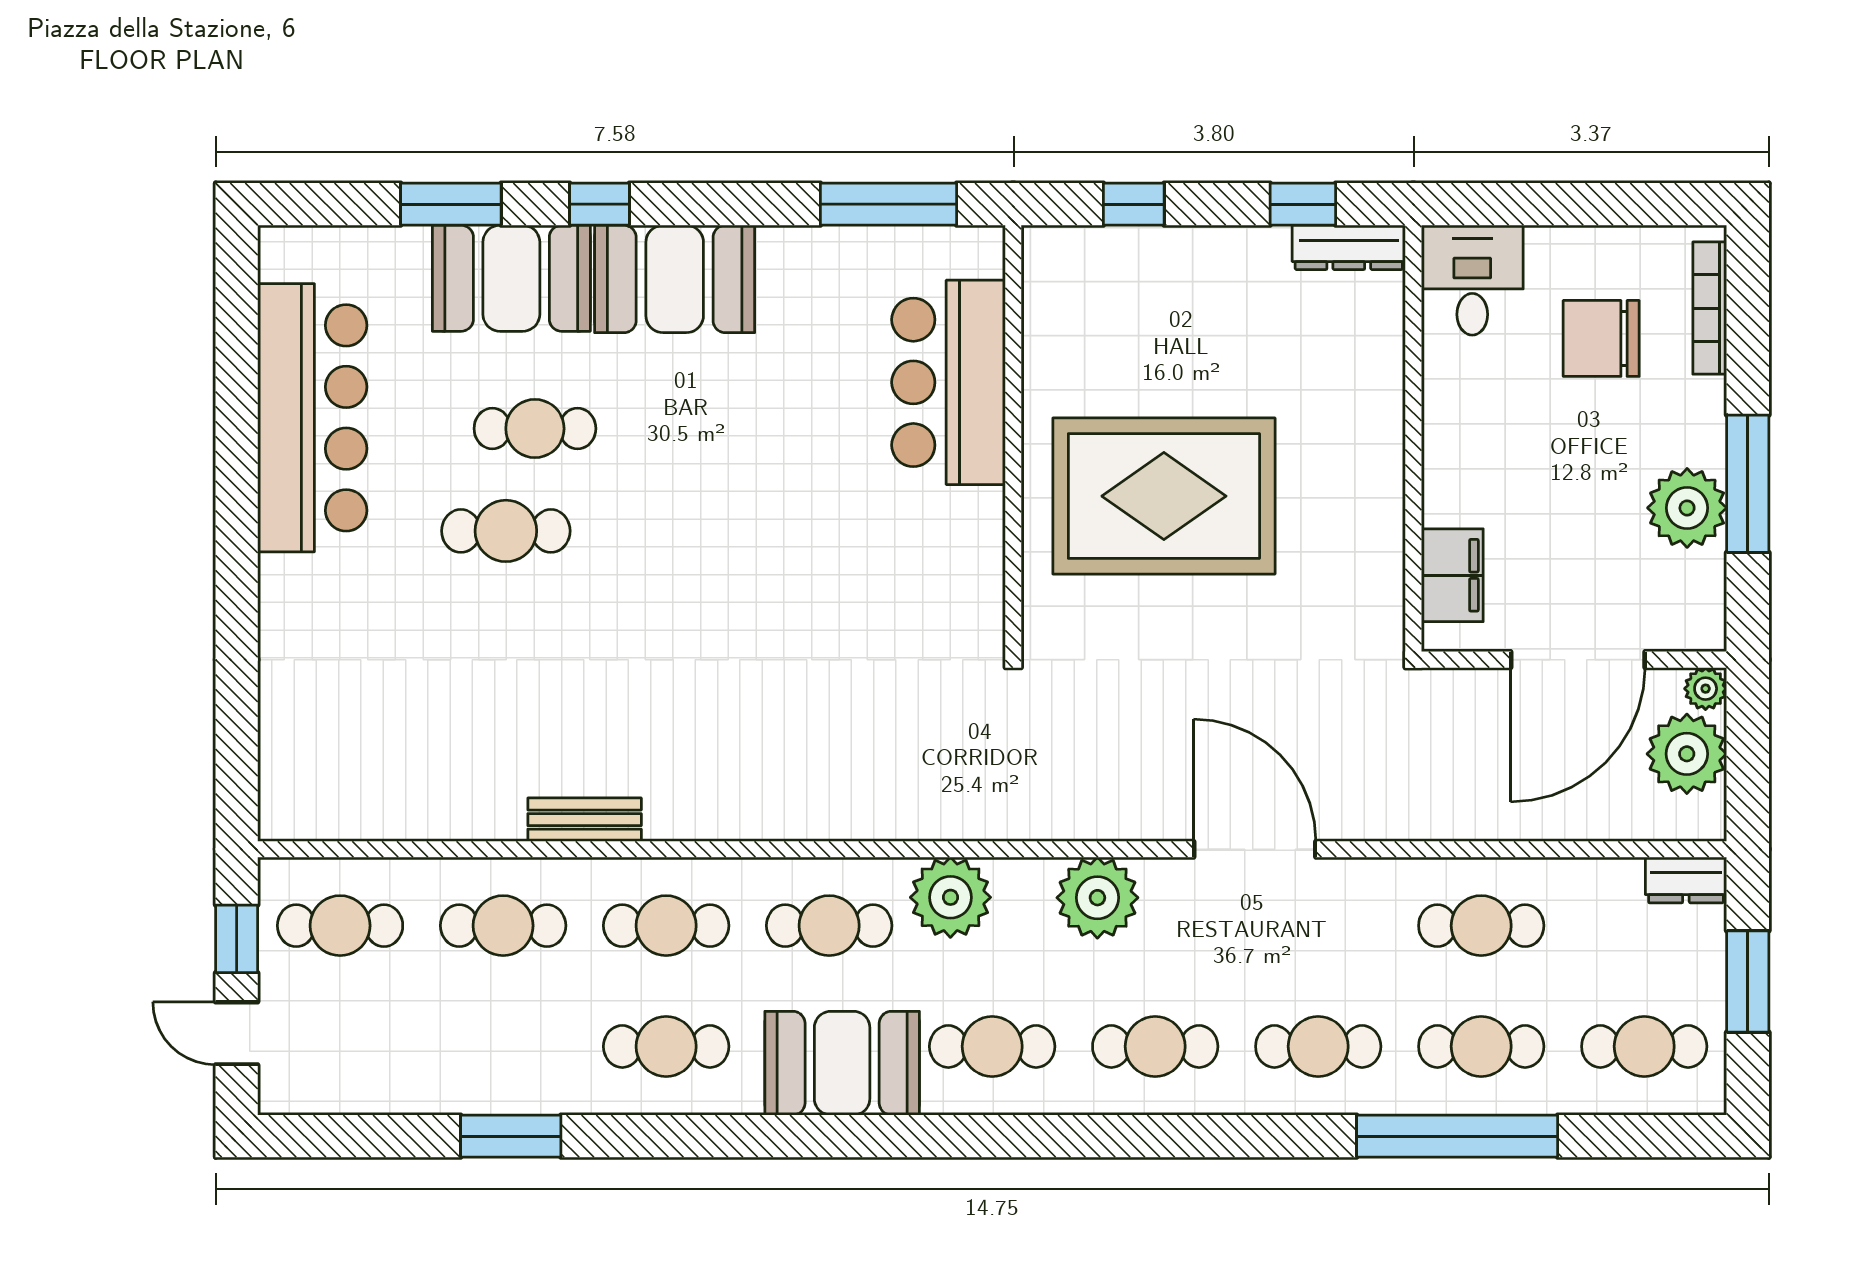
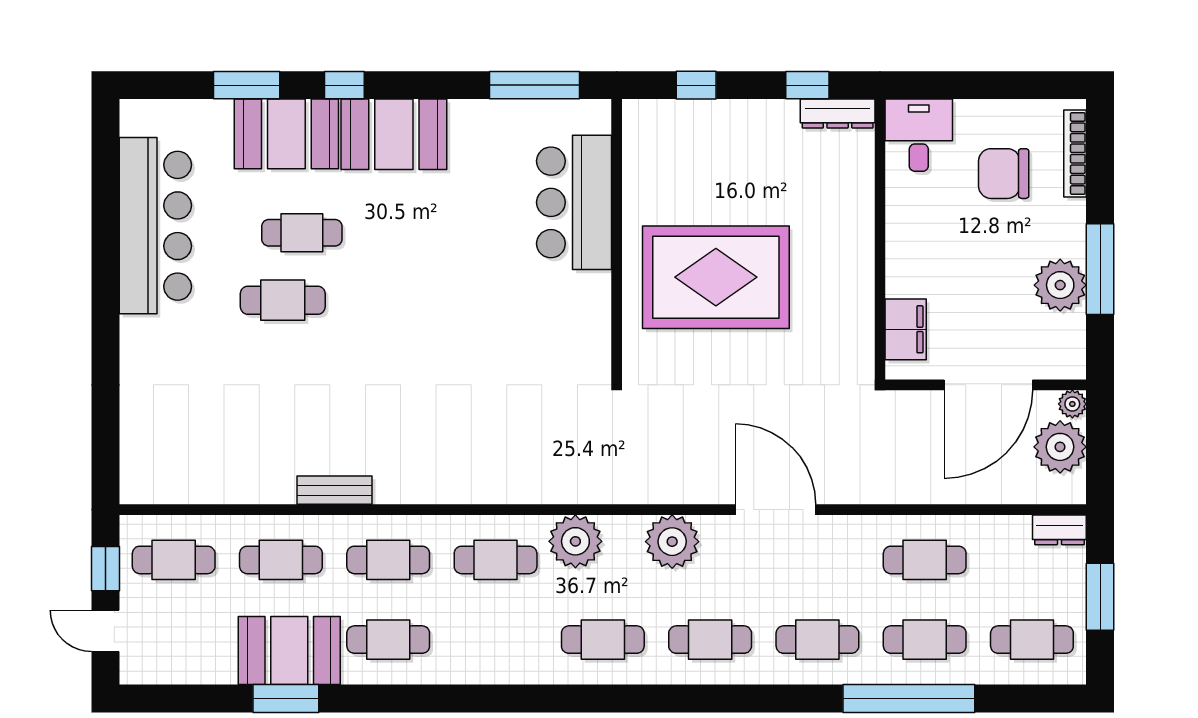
booth: (842, 1063) -> (289, 651), moved

